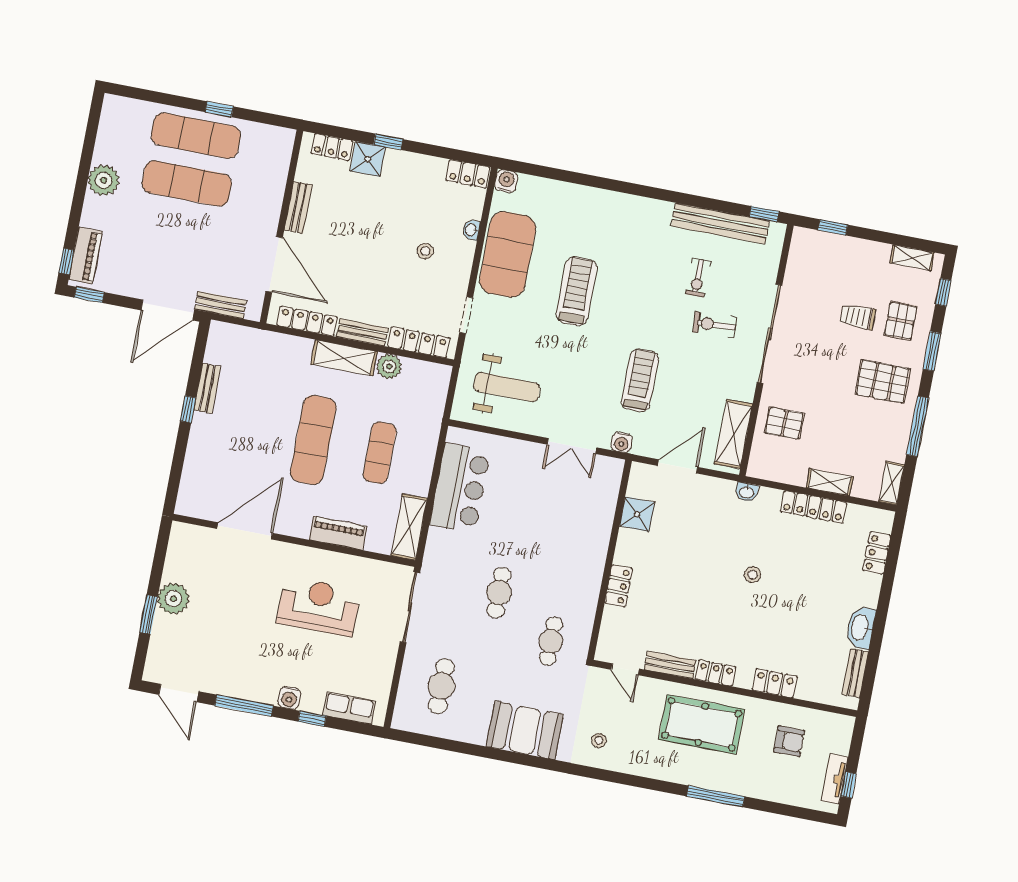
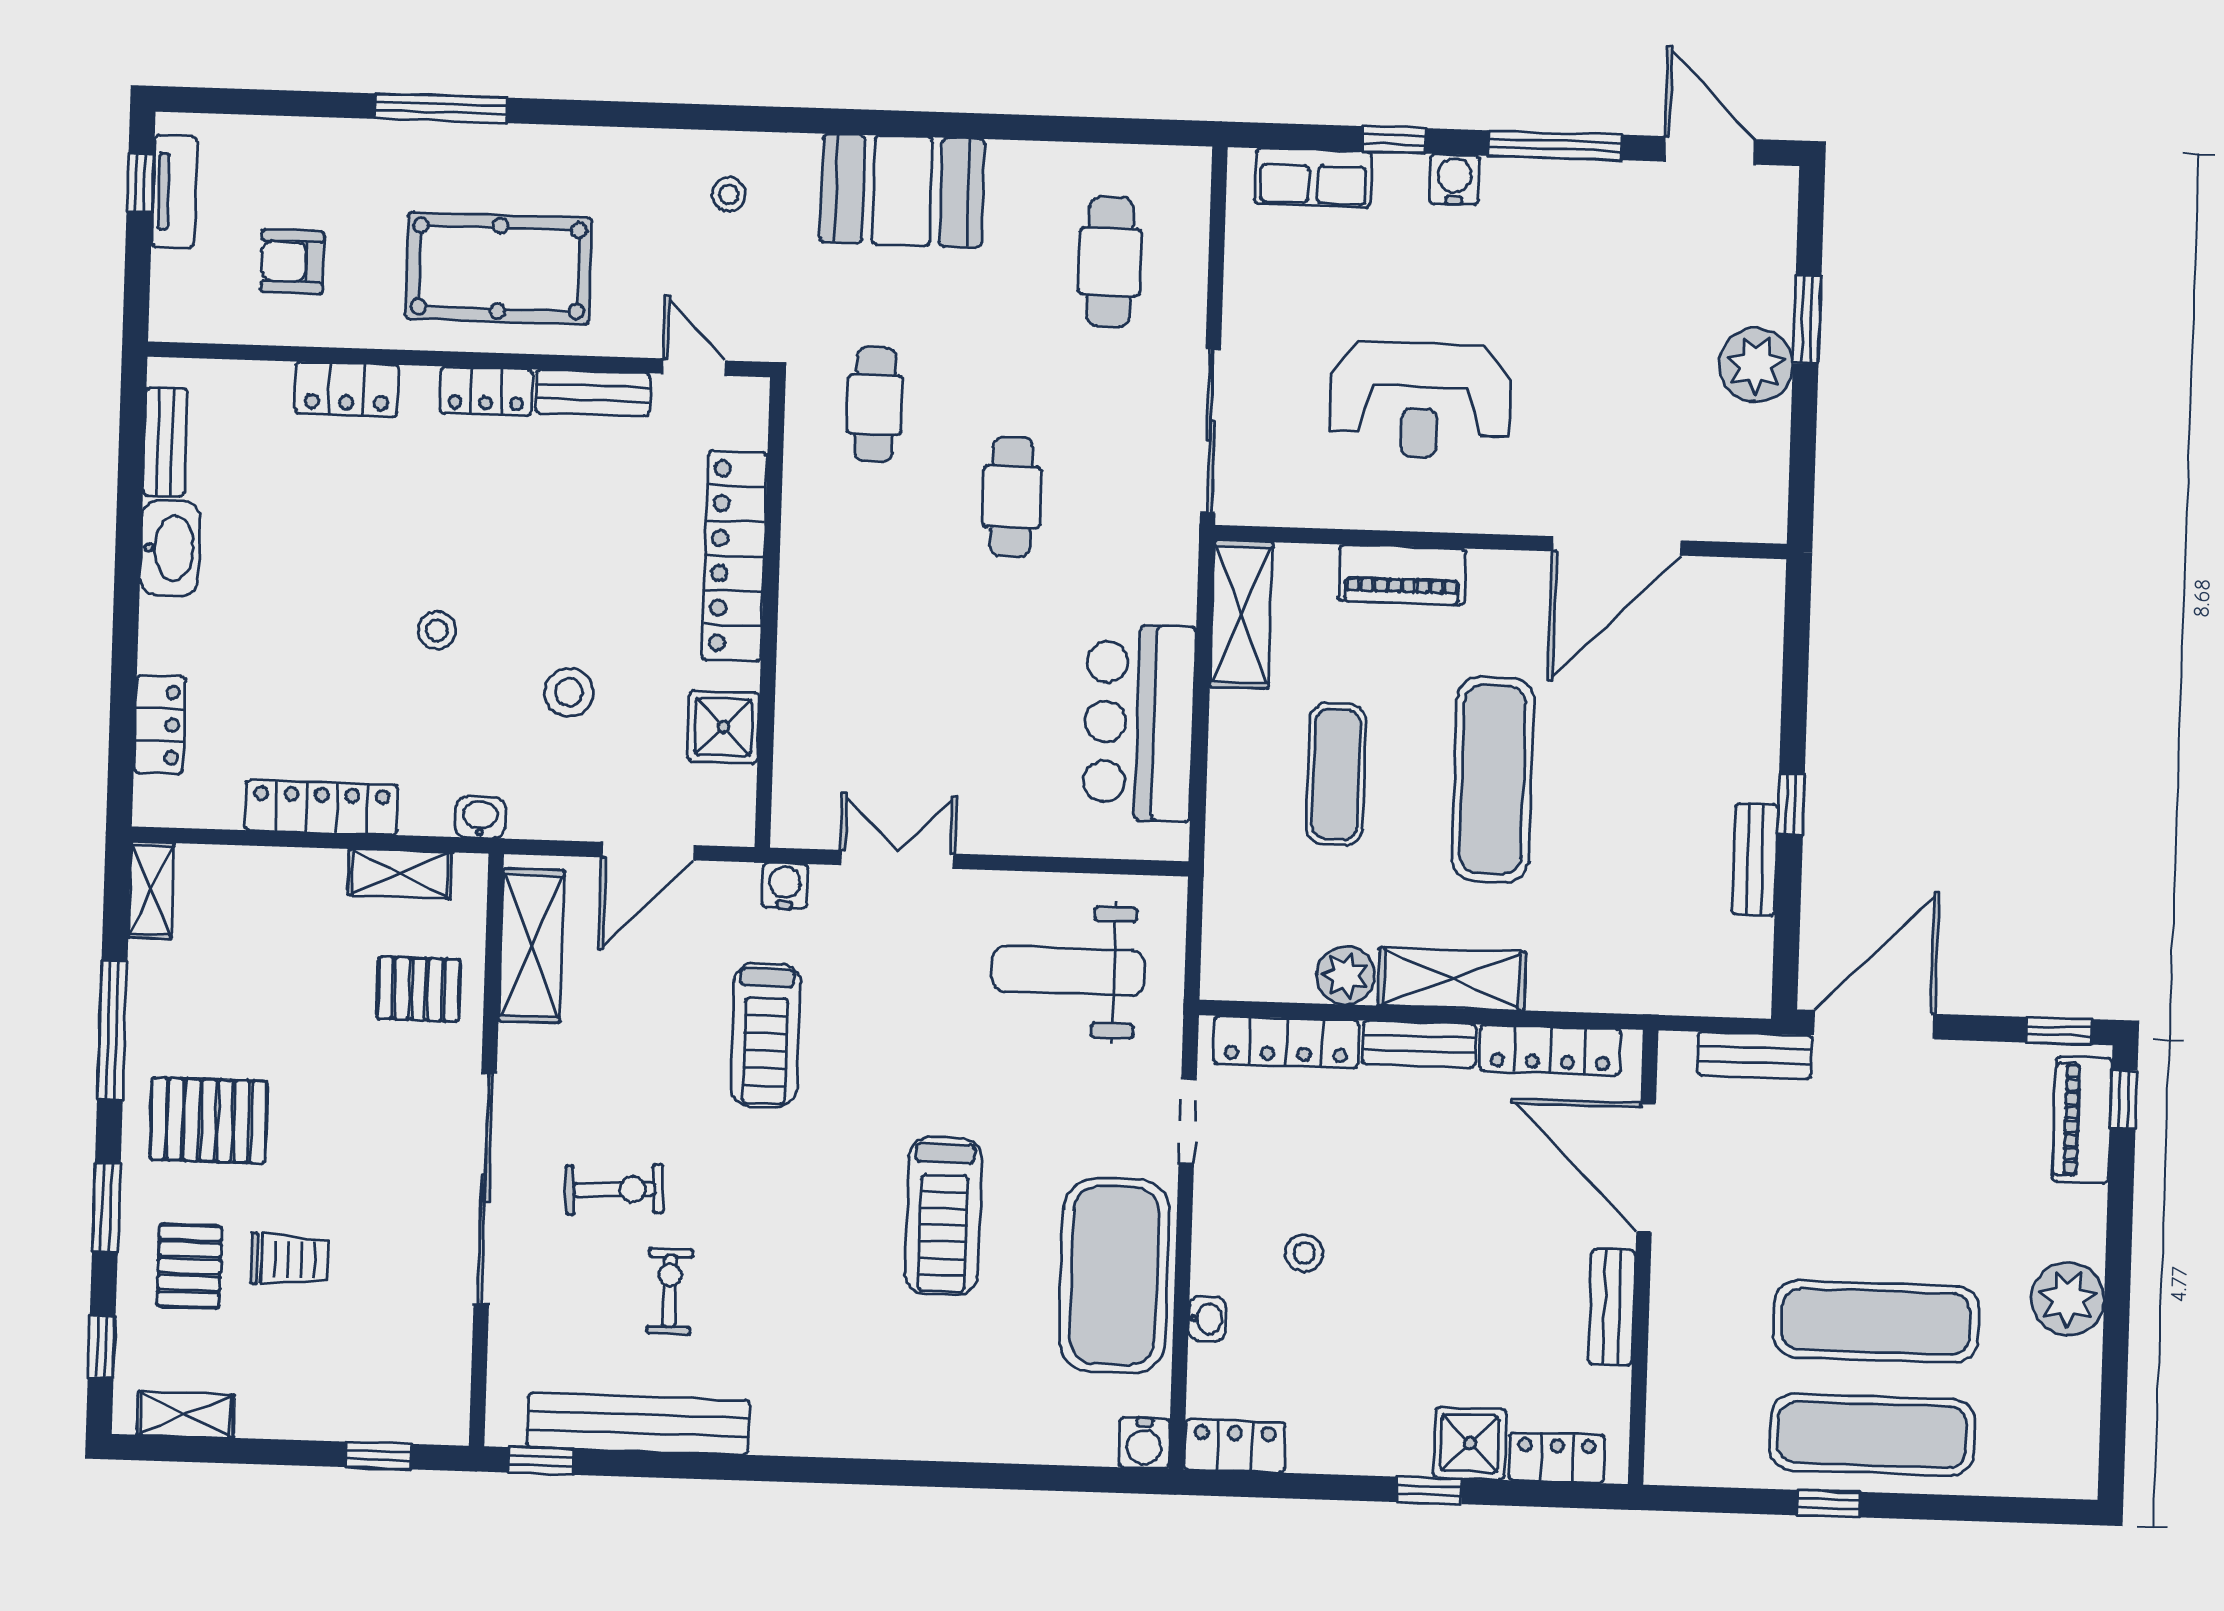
shelving: (830, 482) -> (400, 874), moved
stool: (700, 539) -> (569, 692), added
locker: (619, 586) -> (735, 556), width x2.16, depth x1.21

